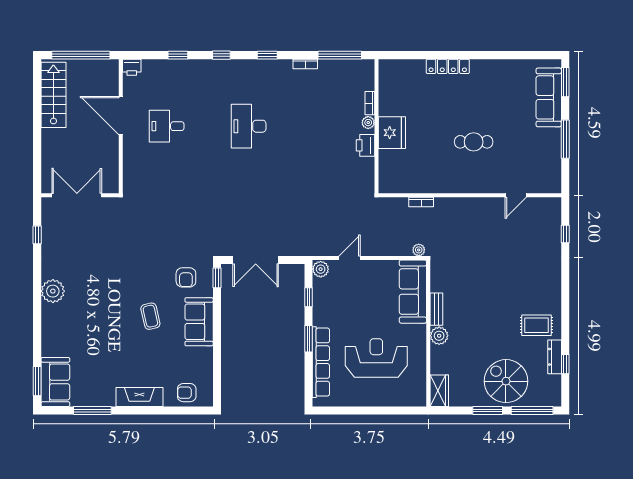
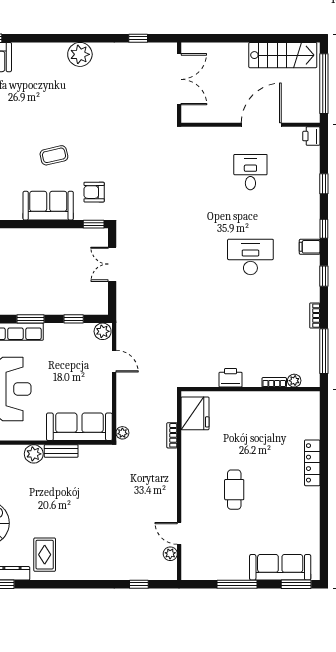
filing cabinet: (239, 69) -> (310, 247), added
plant: (368, 123) -> (294, 381), moved
fridge: (392, 133) -> (195, 413), moved, turned -90
plant: (536, 204) -> (170, 554), added
double door: (256, 260) -> (112, 264), width x0.73

